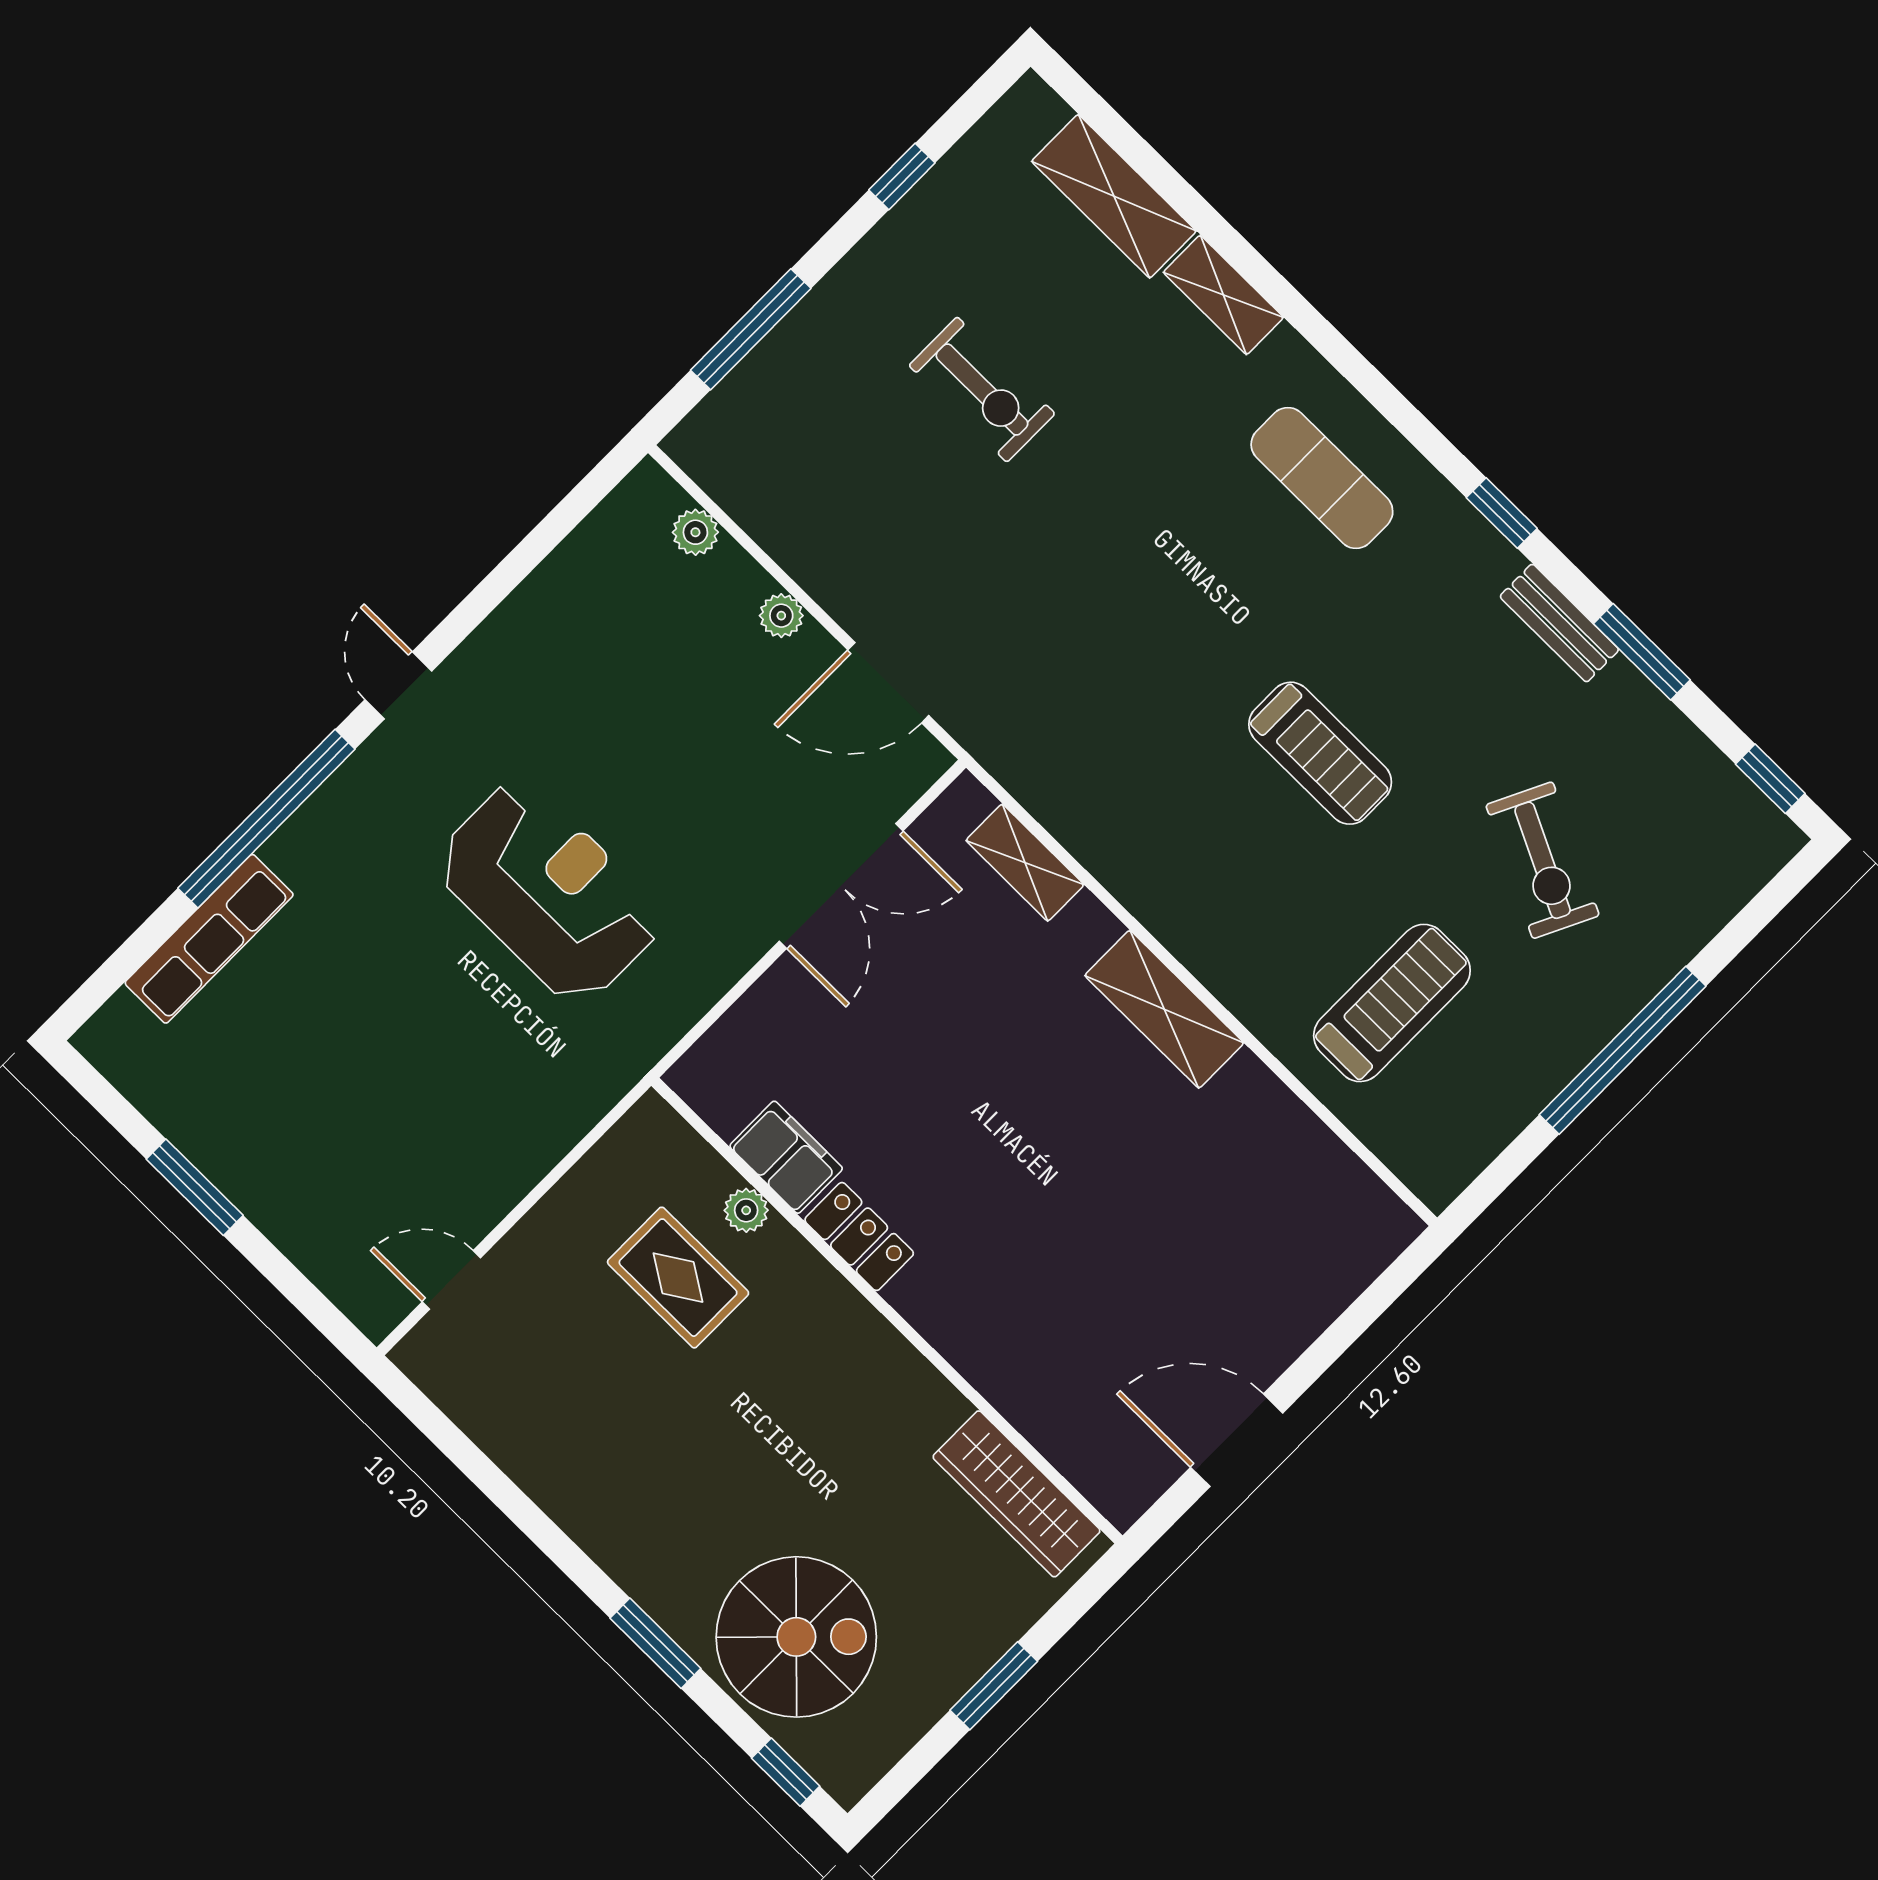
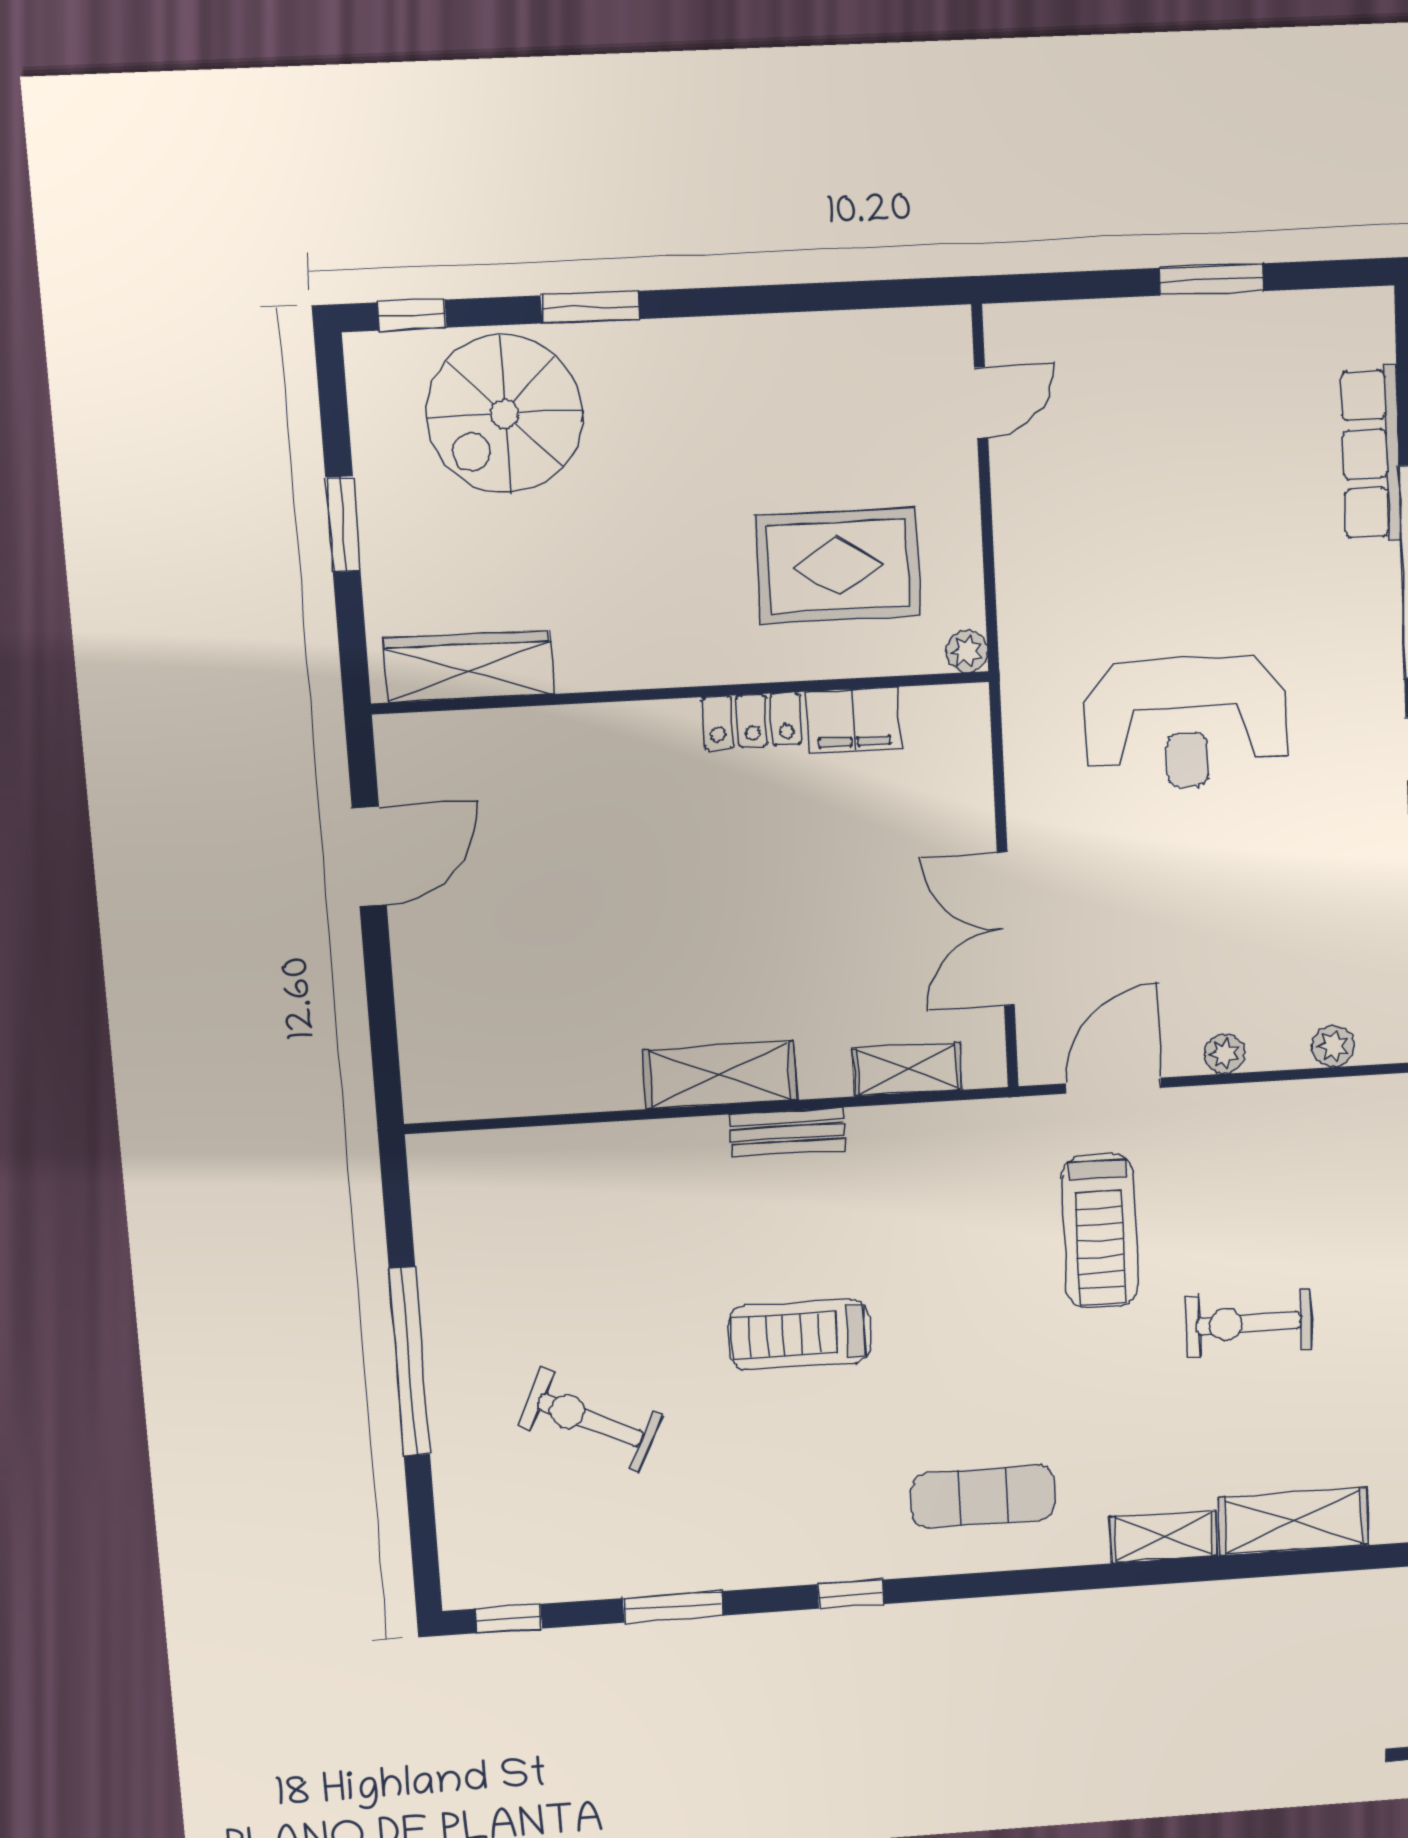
bench: (1559, 623) -> (788, 1132), moved
treadmill: (1392, 1003) -> (1100, 1231), moved
plant: (746, 1210) -> (967, 651), moved
rug: (678, 1278) -> (838, 566), width x1.36, depth x1.43

